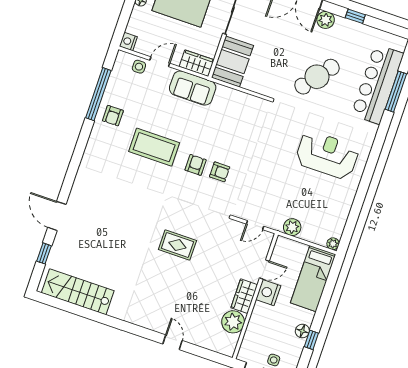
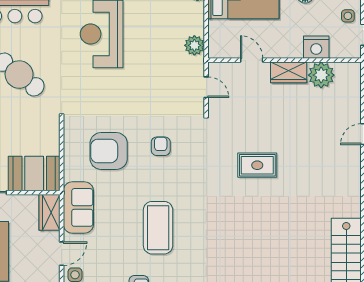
door: (160, 62) -> (62, 254), swing flipped
armchair: (196, 165) -> (109, 151), moved, width x1.88, depth x1.88
rug: (177, 245) -> (257, 165), turned 90
nightstand: (268, 293) -> (316, 47), moved

